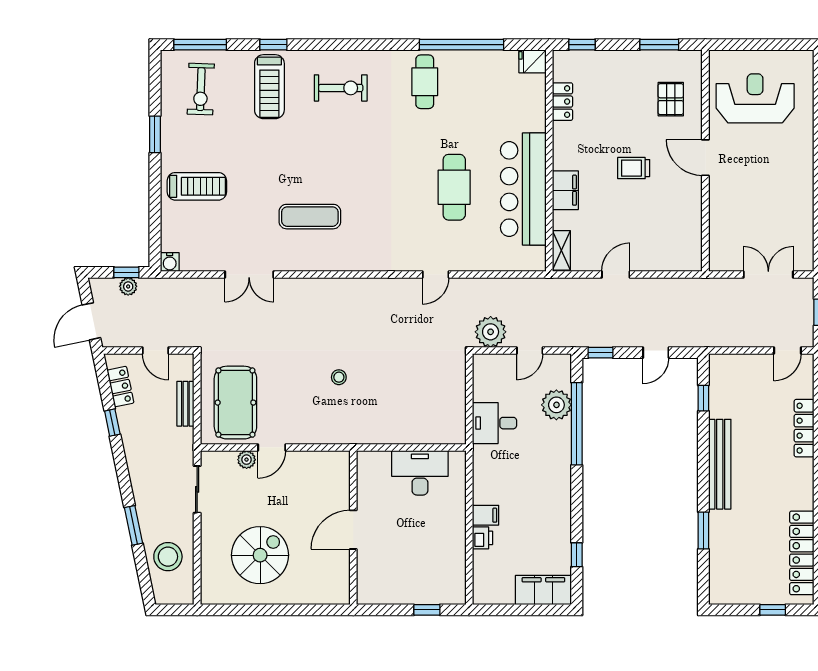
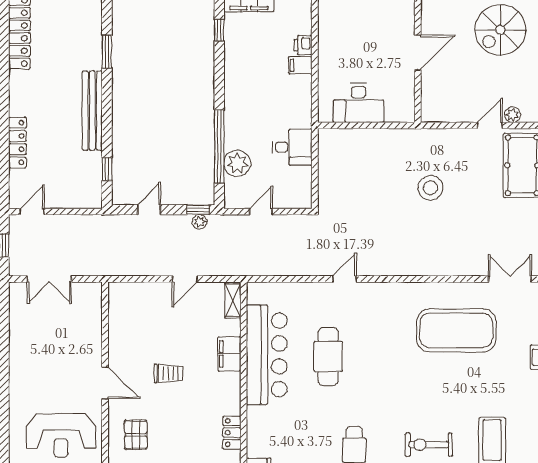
exercise mat: (310, 217) -> (456, 330), width x2.00, depth x1.45
plant: (491, 332) -> (200, 222), moved, width x0.53, depth x0.53
stool: (339, 377) -> (430, 188), width x1.89, depth x1.89

